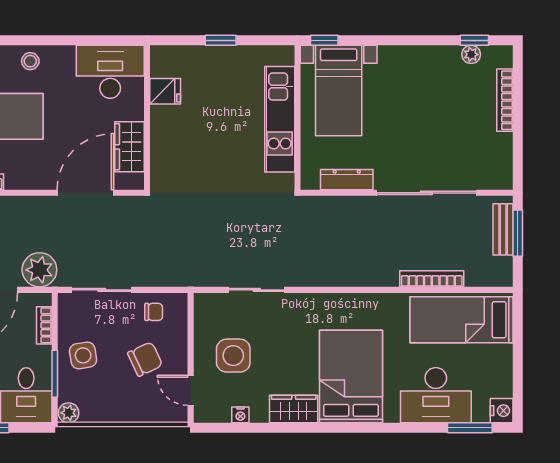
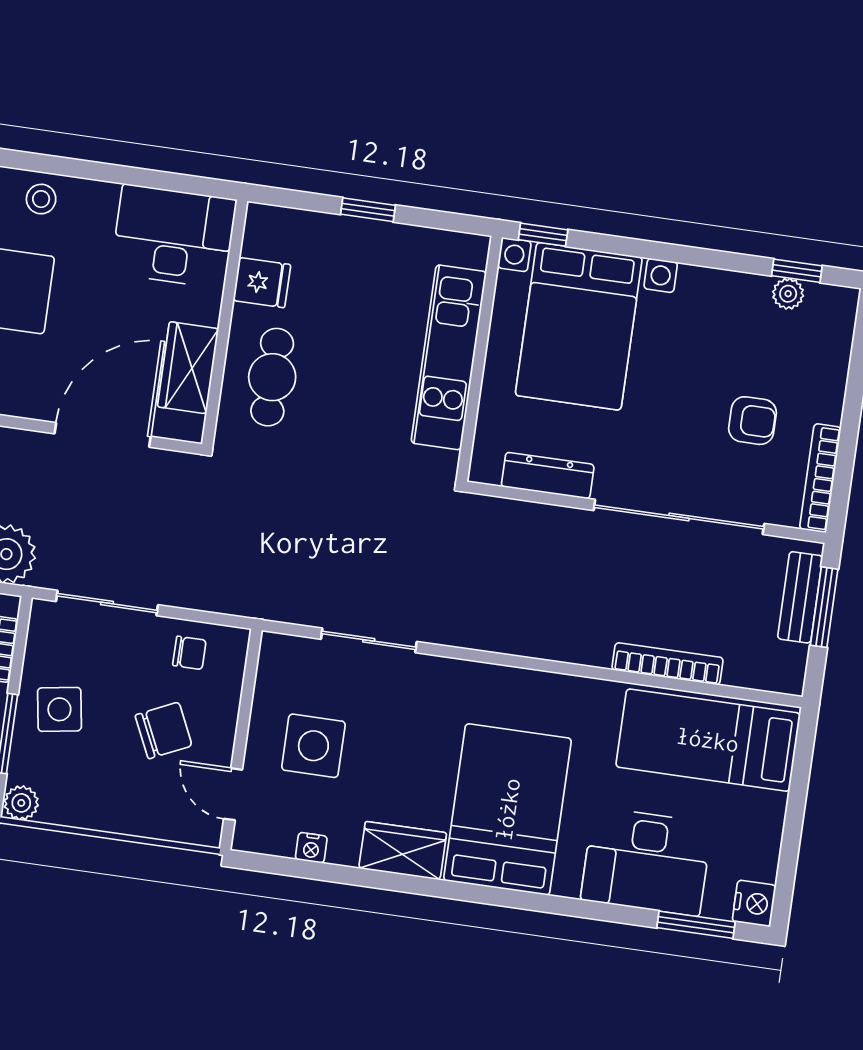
bed with nightstands: (339, 91) -> (579, 326), width x1.36
bookcase: (505, 100) -> (820, 478), moved
armchair: (461, 131) -> (753, 421), added
cafe table: (179, 145) -> (272, 377), added

